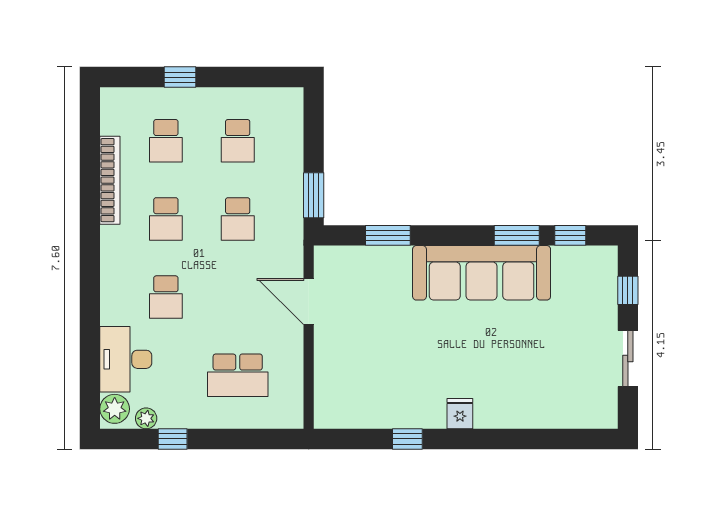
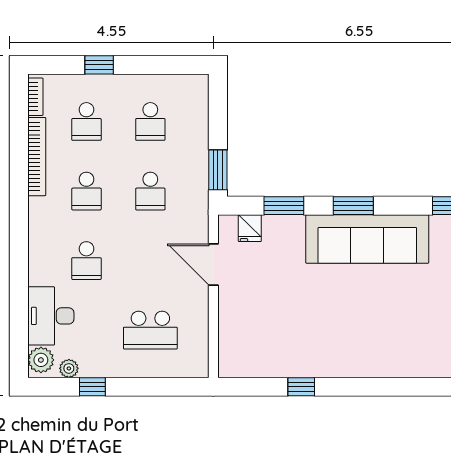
bookcase: (108, 113) -> (35, 97), added
window: (517, 235) -> (353, 206), moved
fridge: (460, 414) -> (250, 228), moved, turned 180

